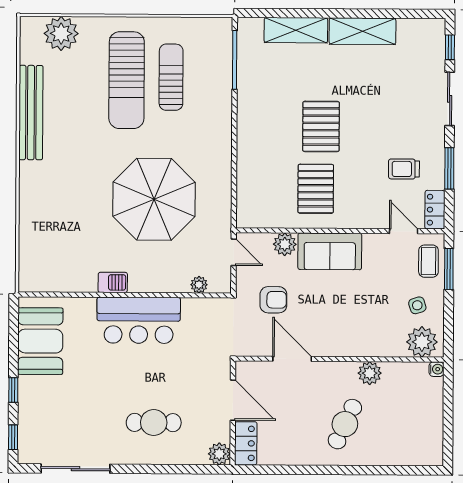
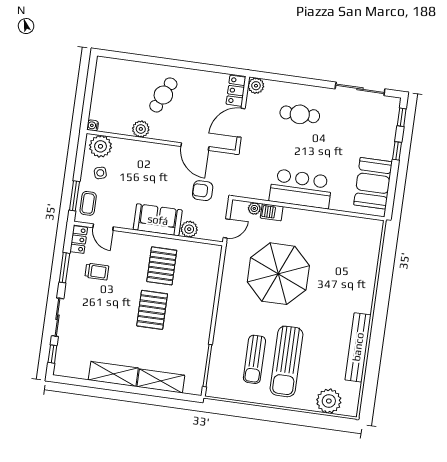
sun lounger: (127, 80) -> (286, 361), turned 180
door: (234, 252) -> (226, 228), swing flipped
barbecue: (113, 282) -> (272, 212), moved
door: (233, 400) -> (241, 123), hinge flipped

